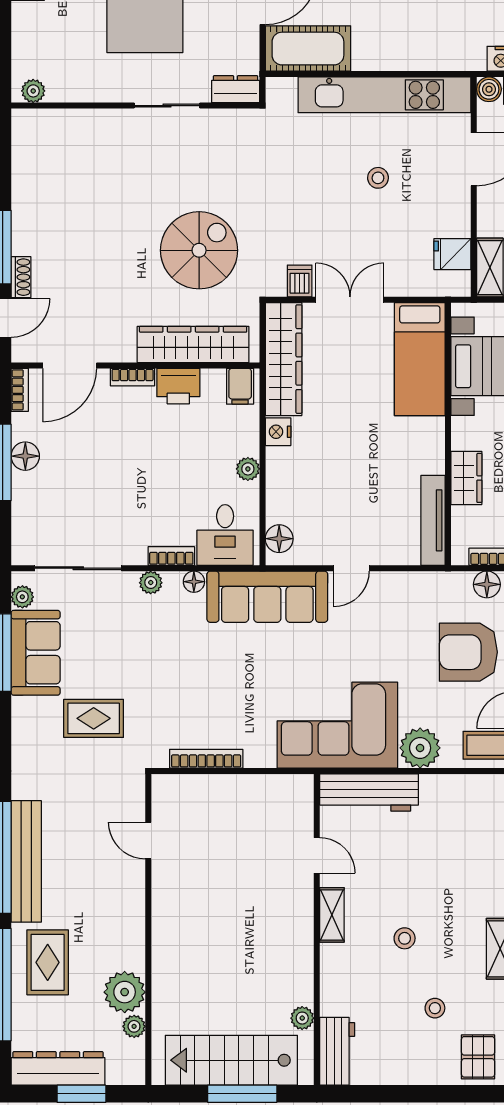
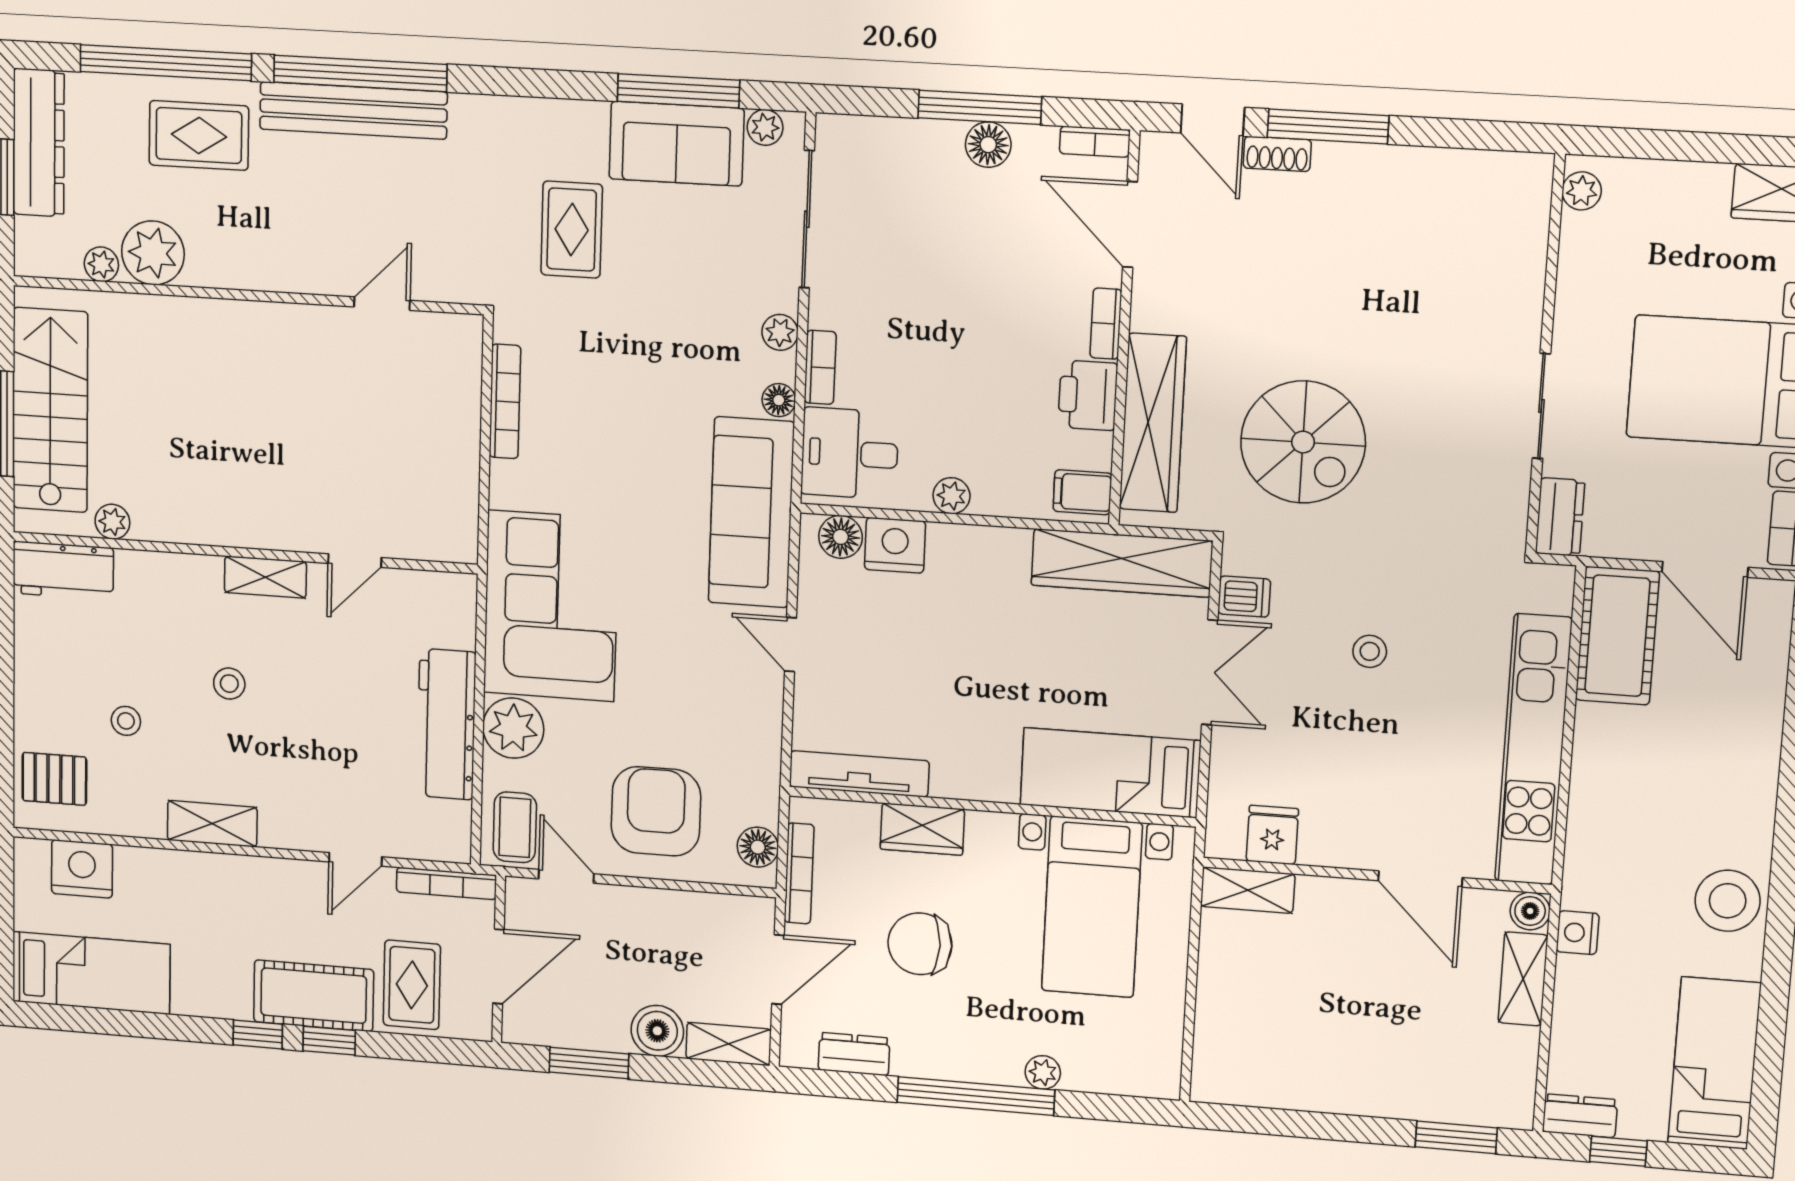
stool: (378, 178) -> (1370, 651), moved
nightstand: (278, 432) -> (895, 545), moved, width x1.36, depth x1.33
workbench: (369, 792) -> (446, 724), moved

